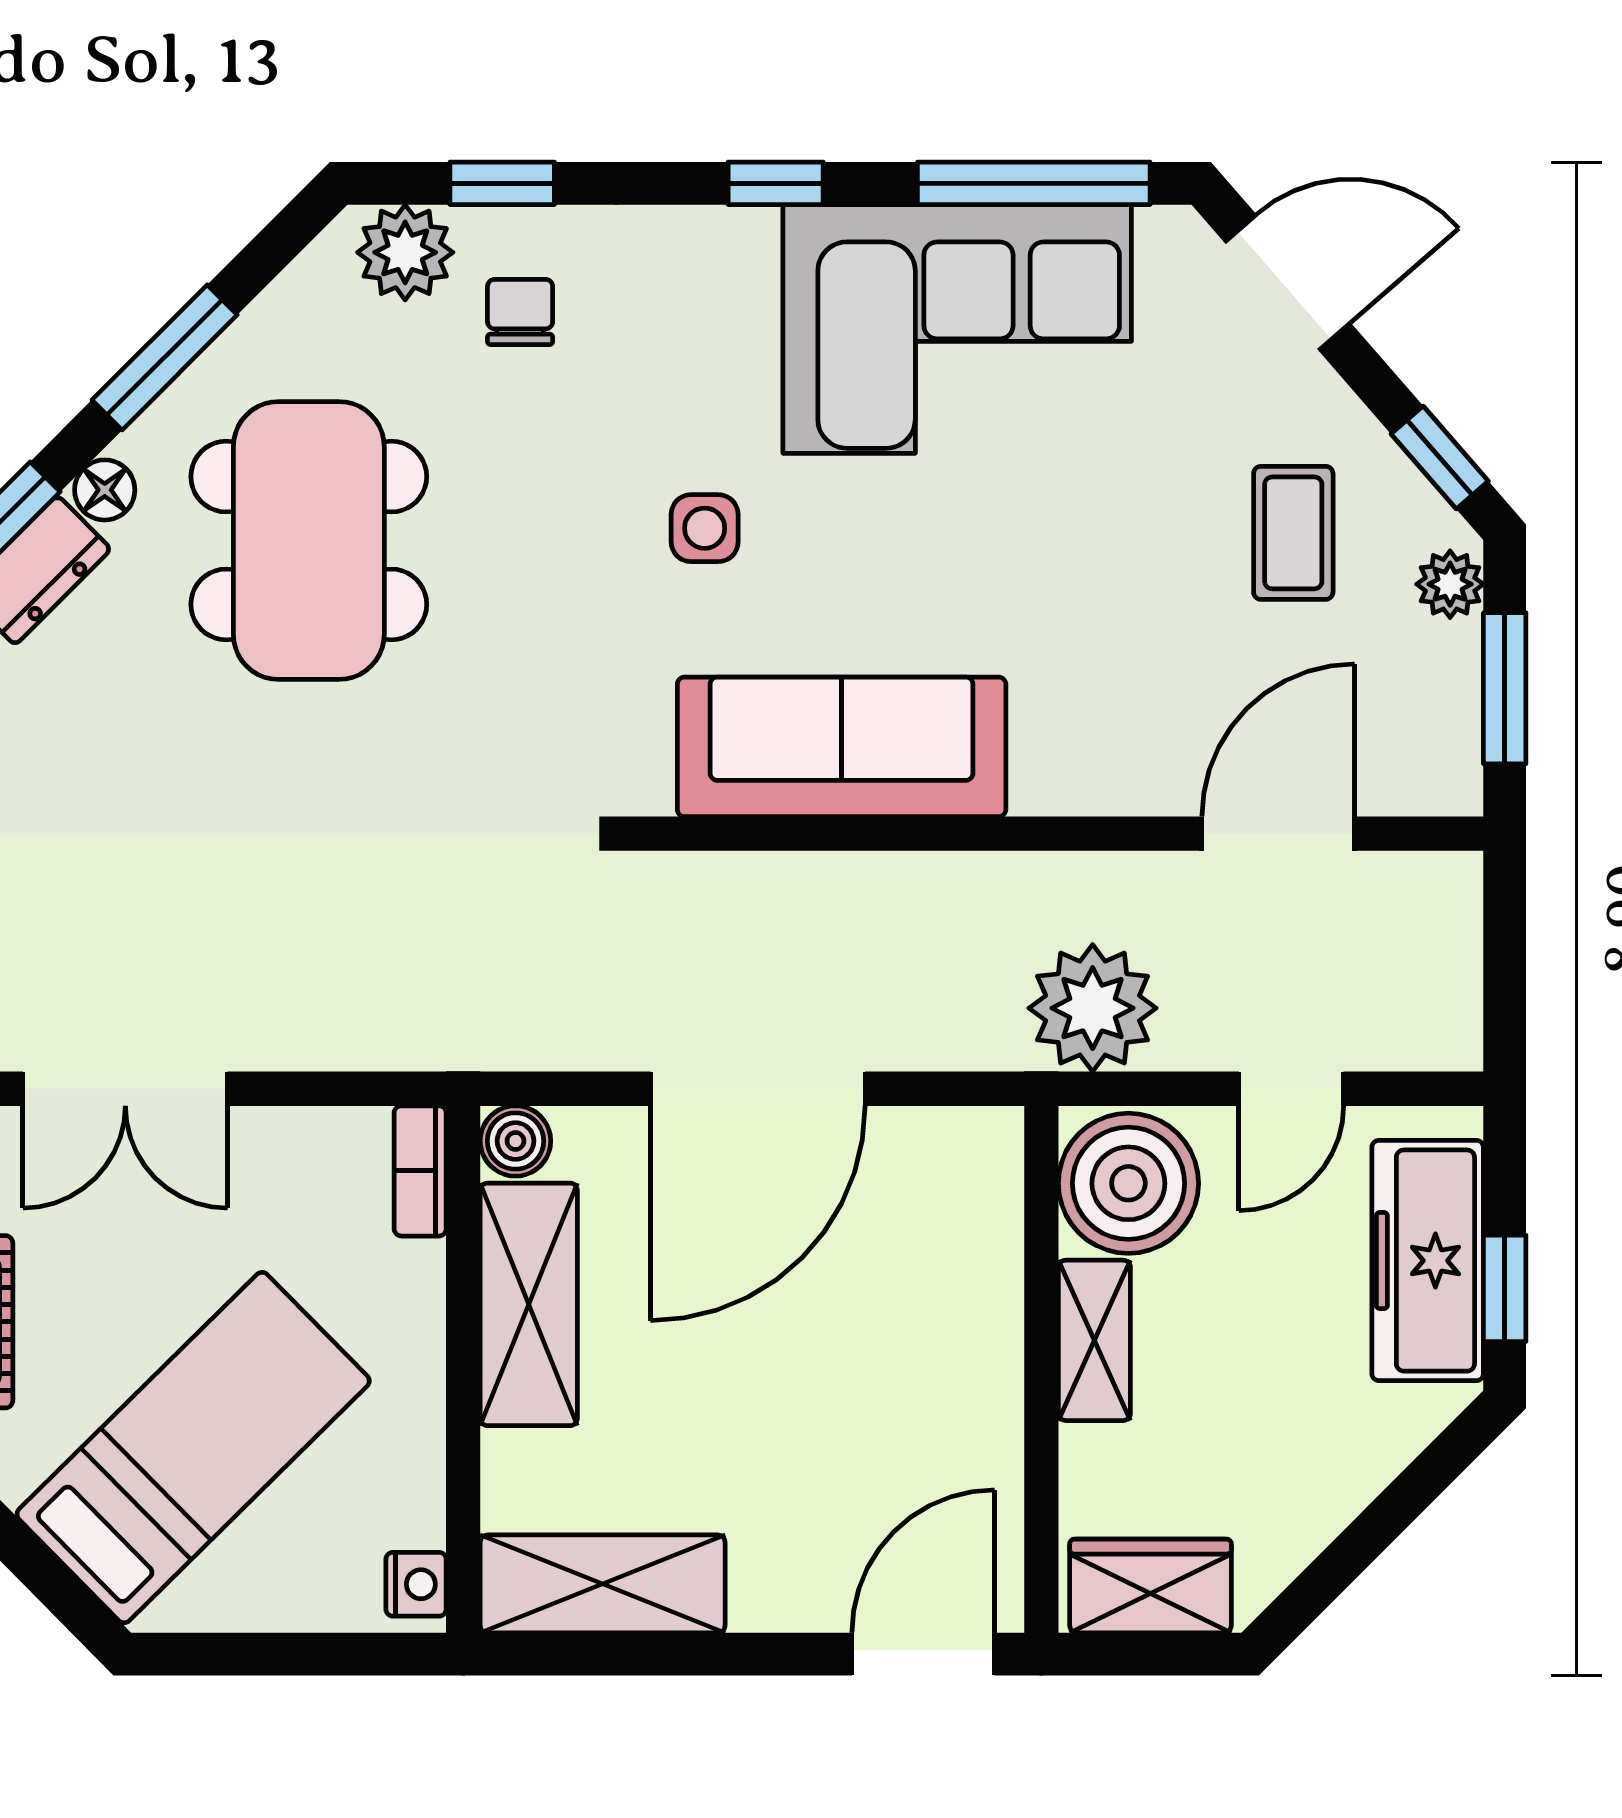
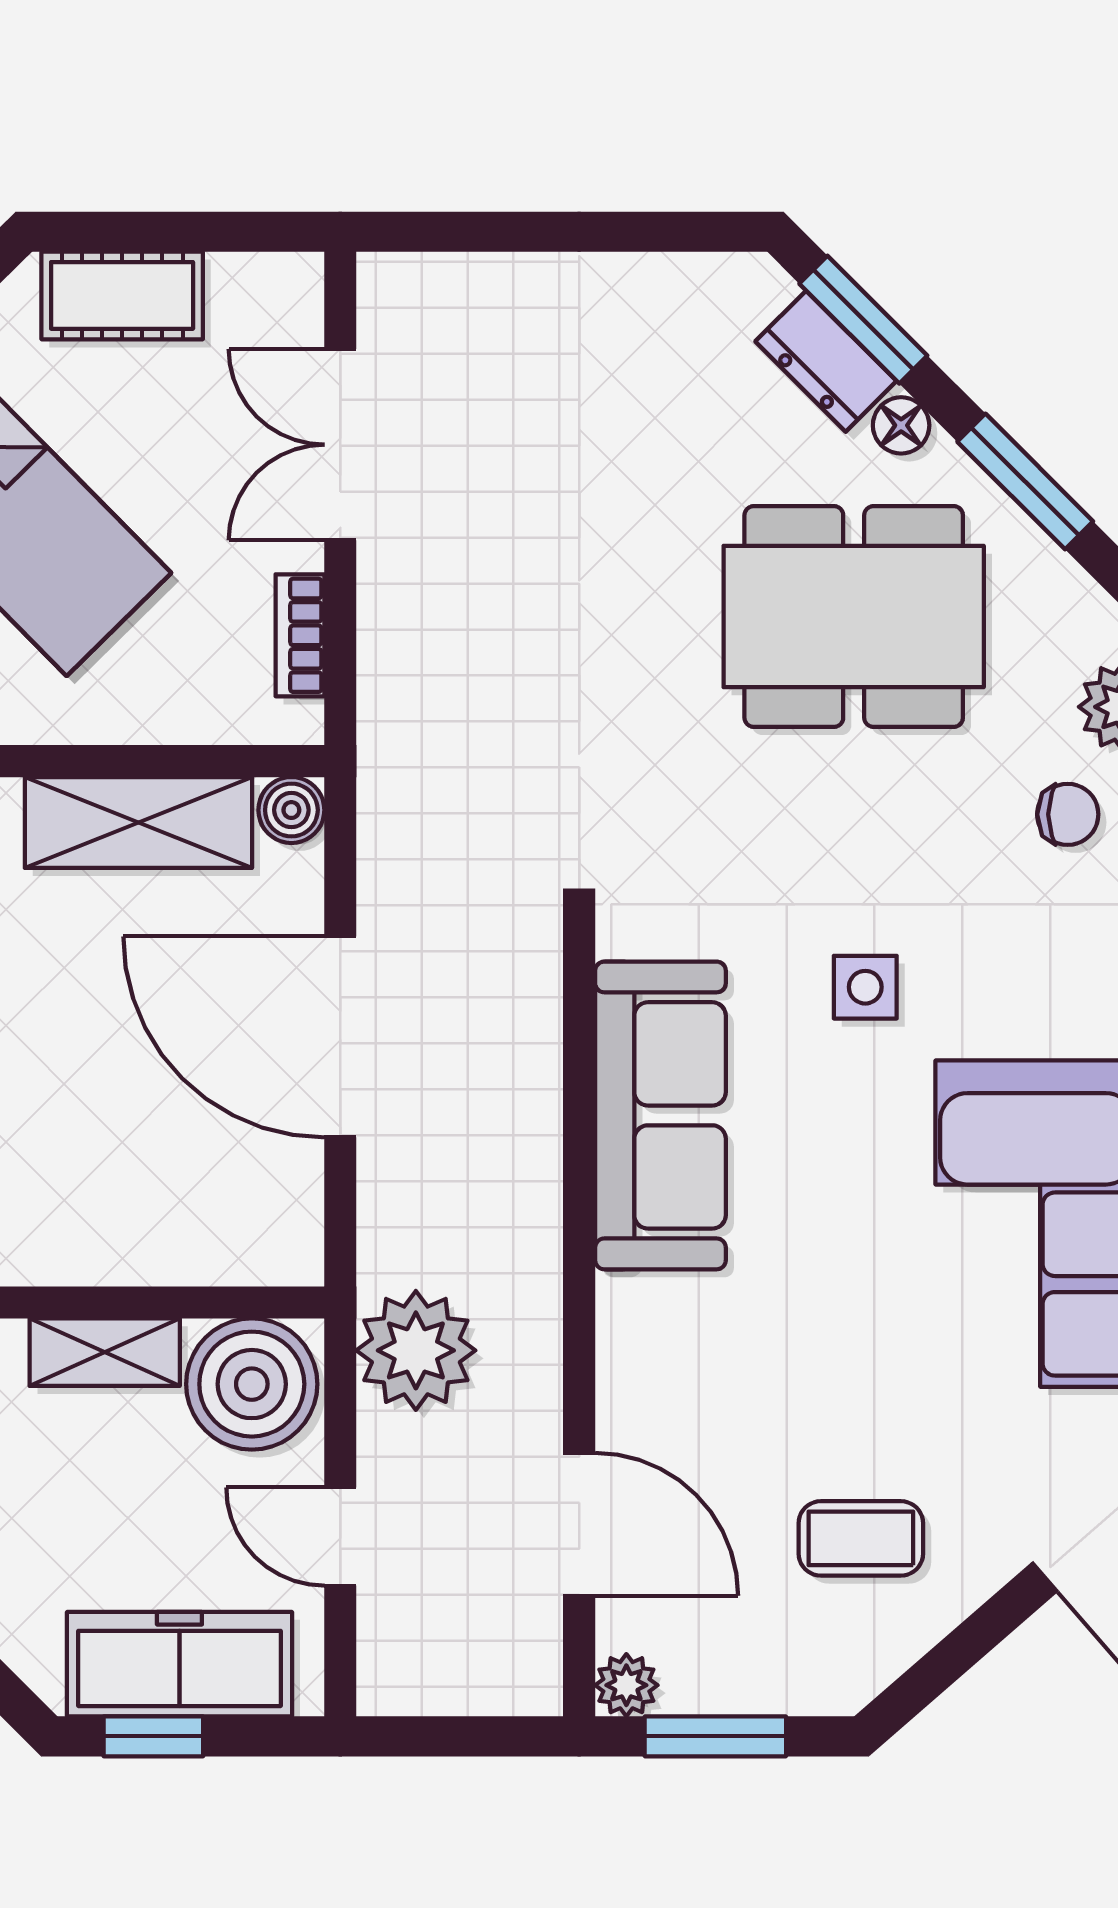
window: (1440, 458) -> (931, 1676), removed
plant: (1450, 584) -> (626, 1685), moved
bookcase: (420, 1171) -> (300, 635), moved, turned -90

